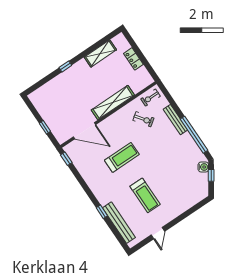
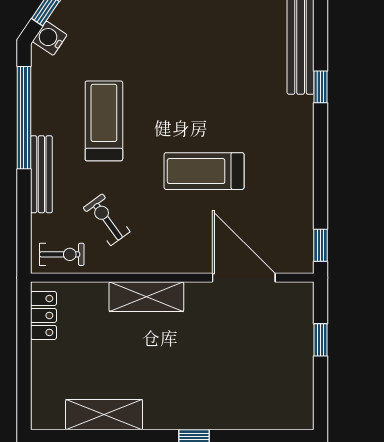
locker: (133, 59) -> (43, 315), moved
shelving: (113, 102) -> (146, 297), width x0.68
treadmill: (145, 195) -> (104, 121), moved

